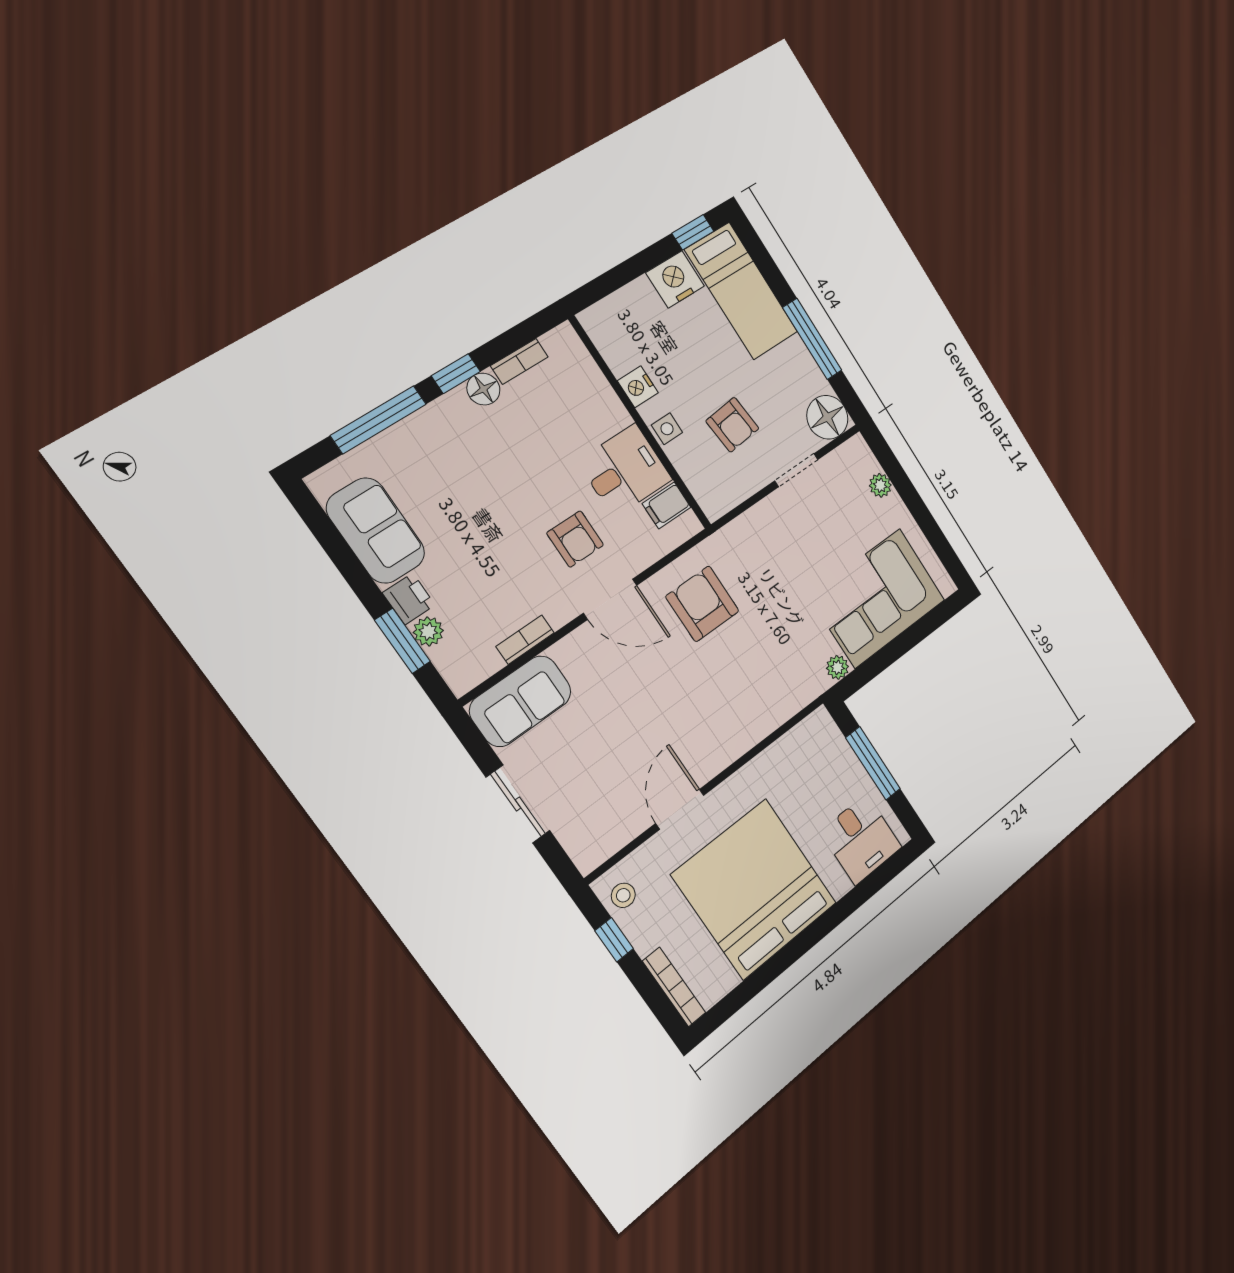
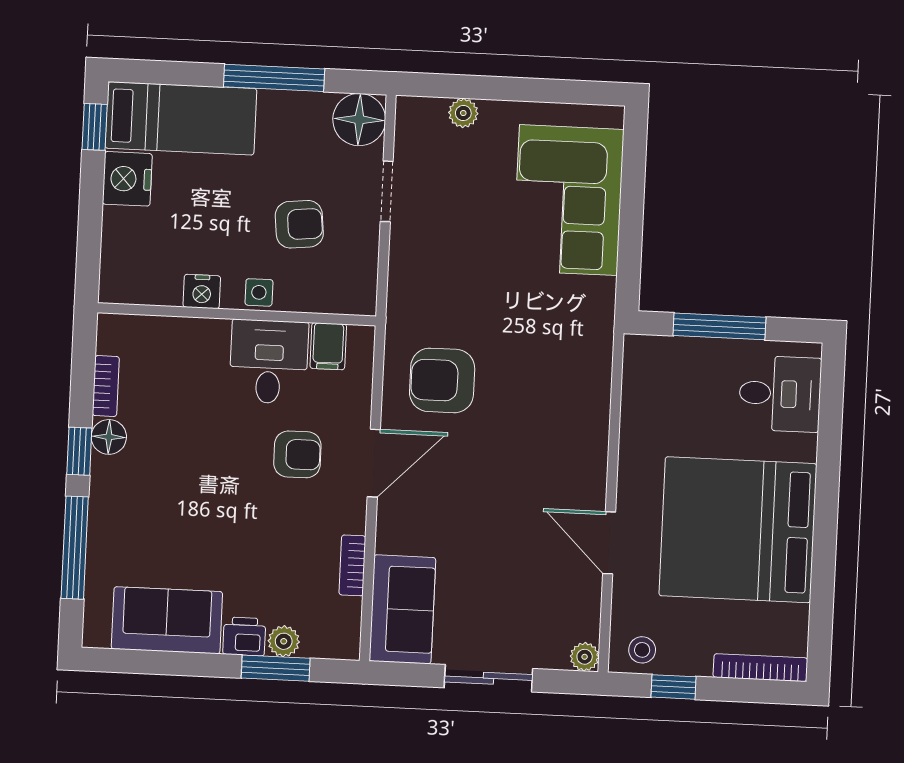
plant: (838, 667) -> (585, 657), moved

